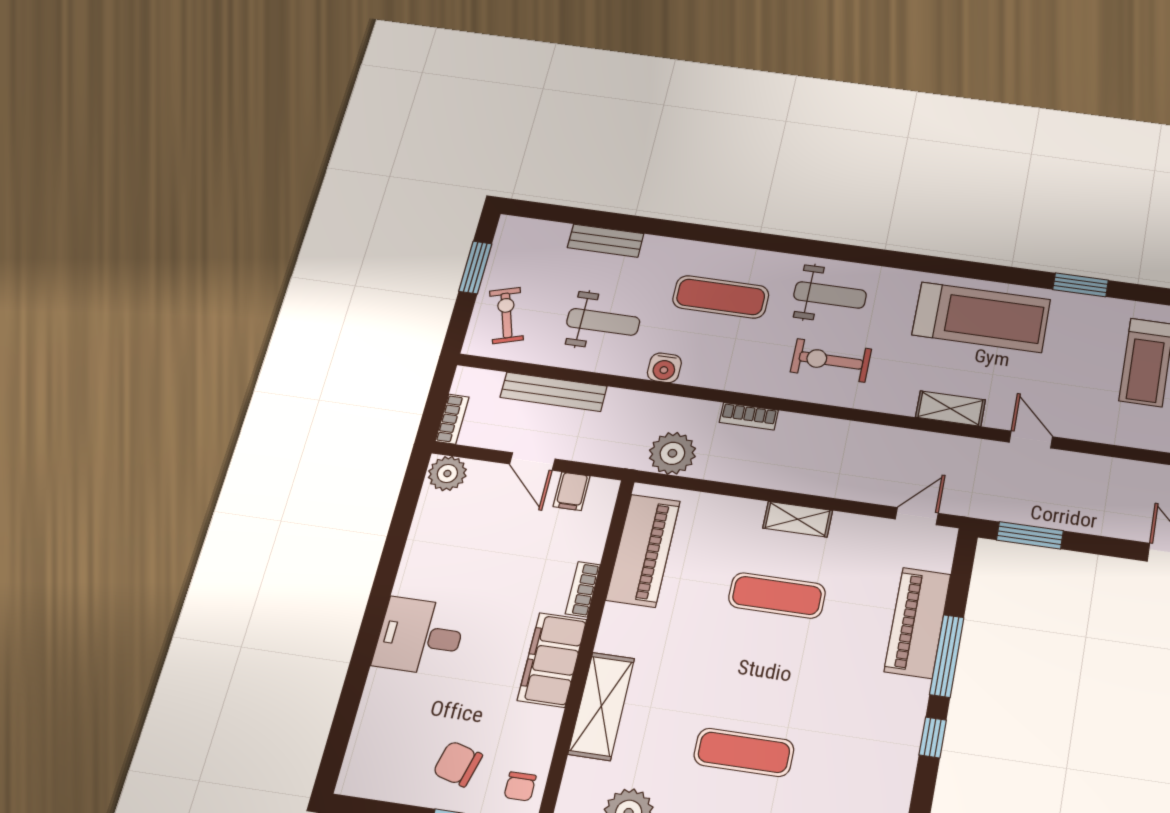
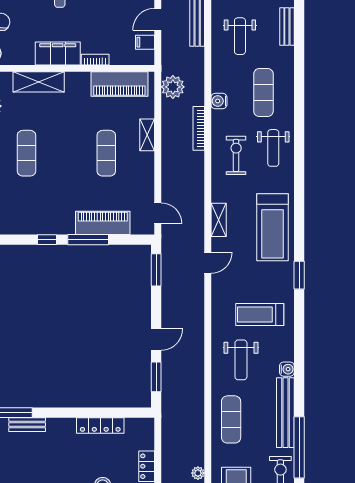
water cooler: (664, 368) -> (219, 101), moved
bookcase: (749, 416) -> (199, 128), width x1.56
shelving: (798, 519) -> (147, 135), moved

